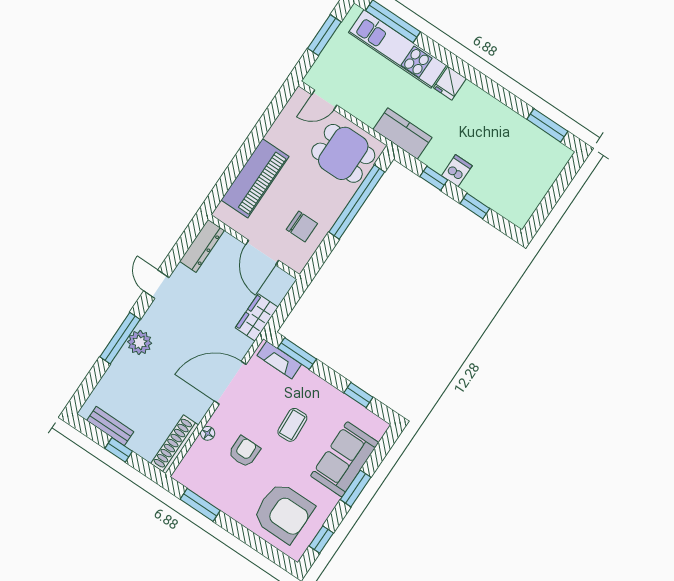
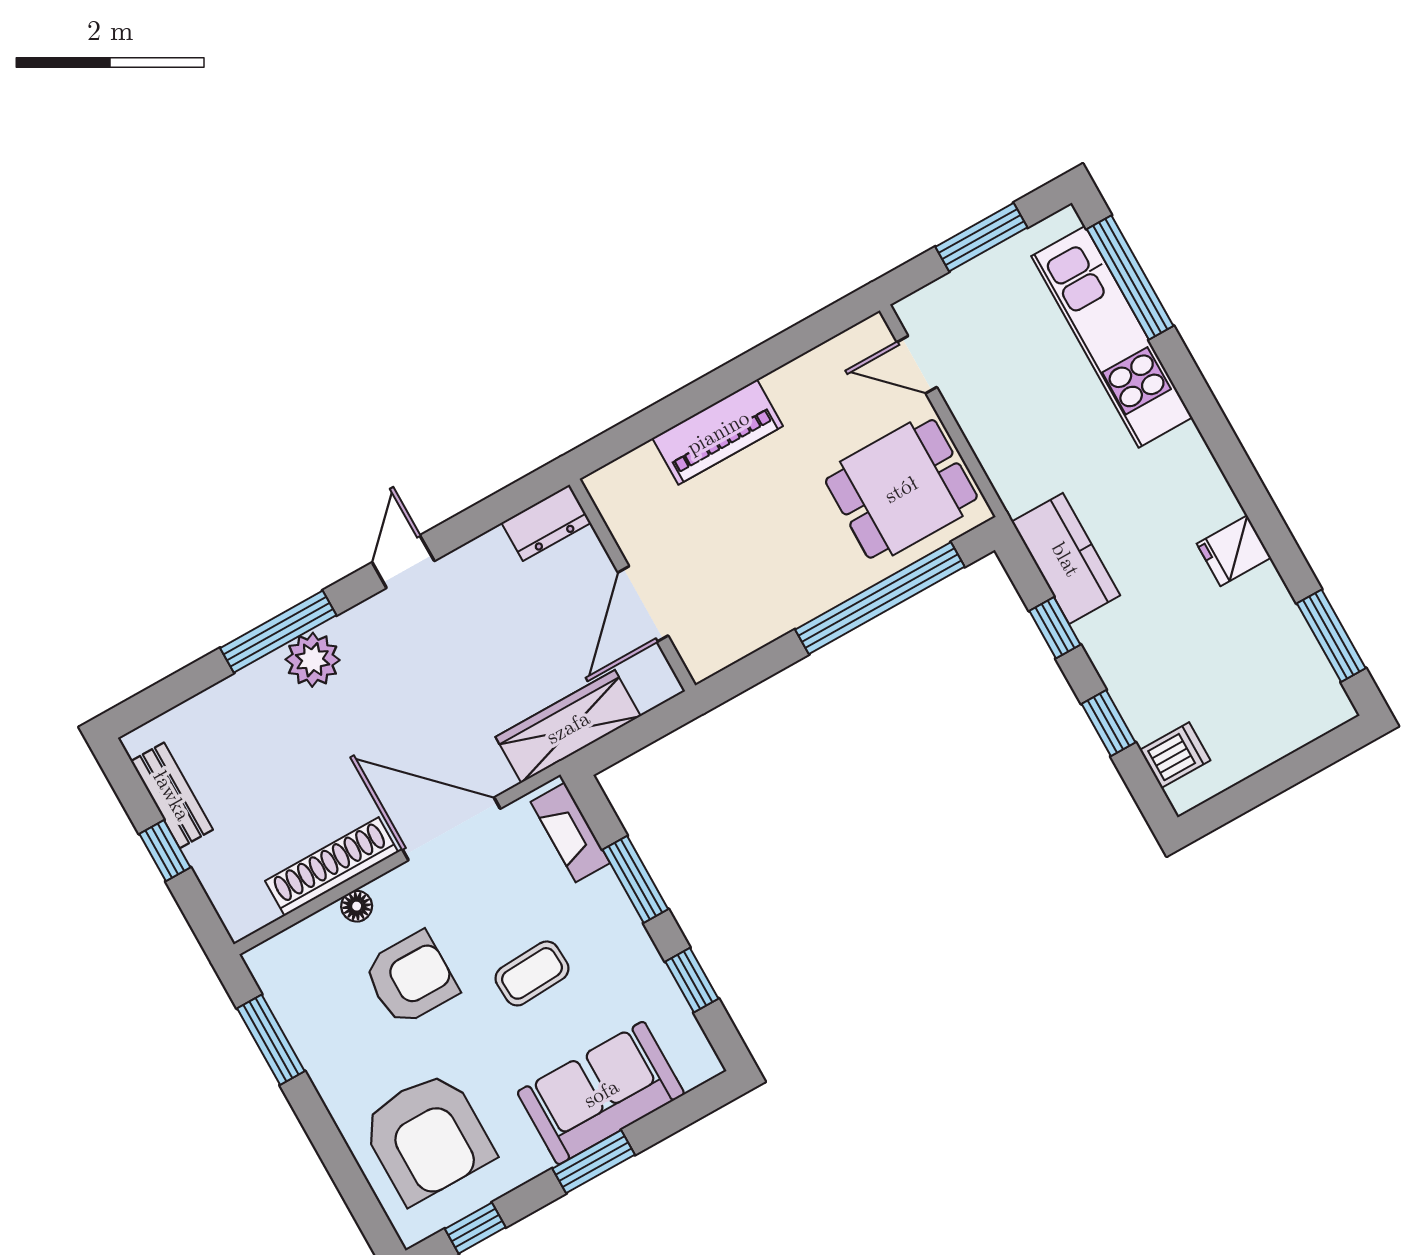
fridge: (450, 83) -> (1234, 551), moved
kitchen counter: (403, 133) -> (1066, 559), moved
dining table: (343, 153) -> (901, 489), turned 90
dishwasher: (457, 171) -> (1175, 755), moved
piano: (255, 178) -> (718, 432), width x0.73, depth x0.75
chair: (302, 227) -> (747, 592), removed
dresser: (202, 246) -> (546, 523), width x0.70
wardrobe: (257, 317) -> (568, 727), width x1.50
window: (297, 354) -> (635, 879), moved
shoe rack: (175, 444) -> (332, 867), moved
armchair: (244, 452) -> (411, 978), width x1.38, depth x1.38

